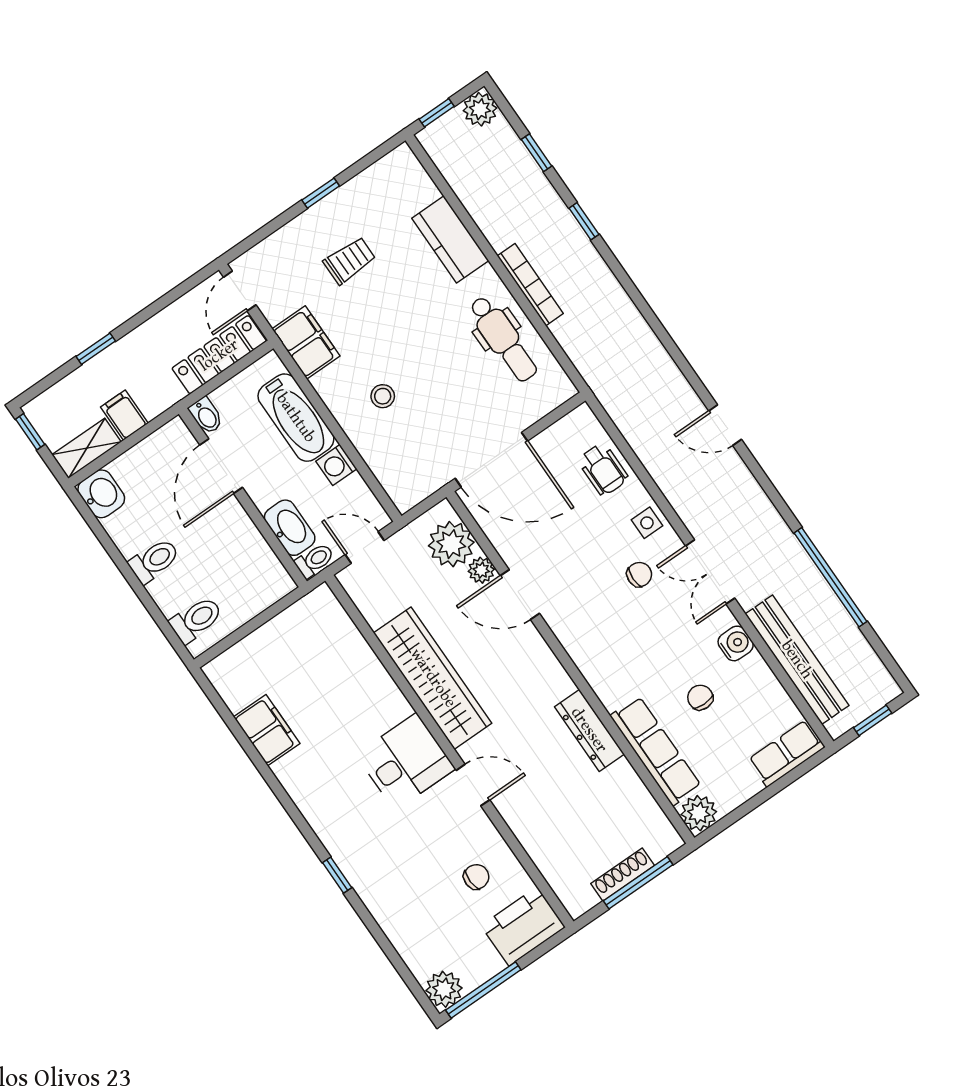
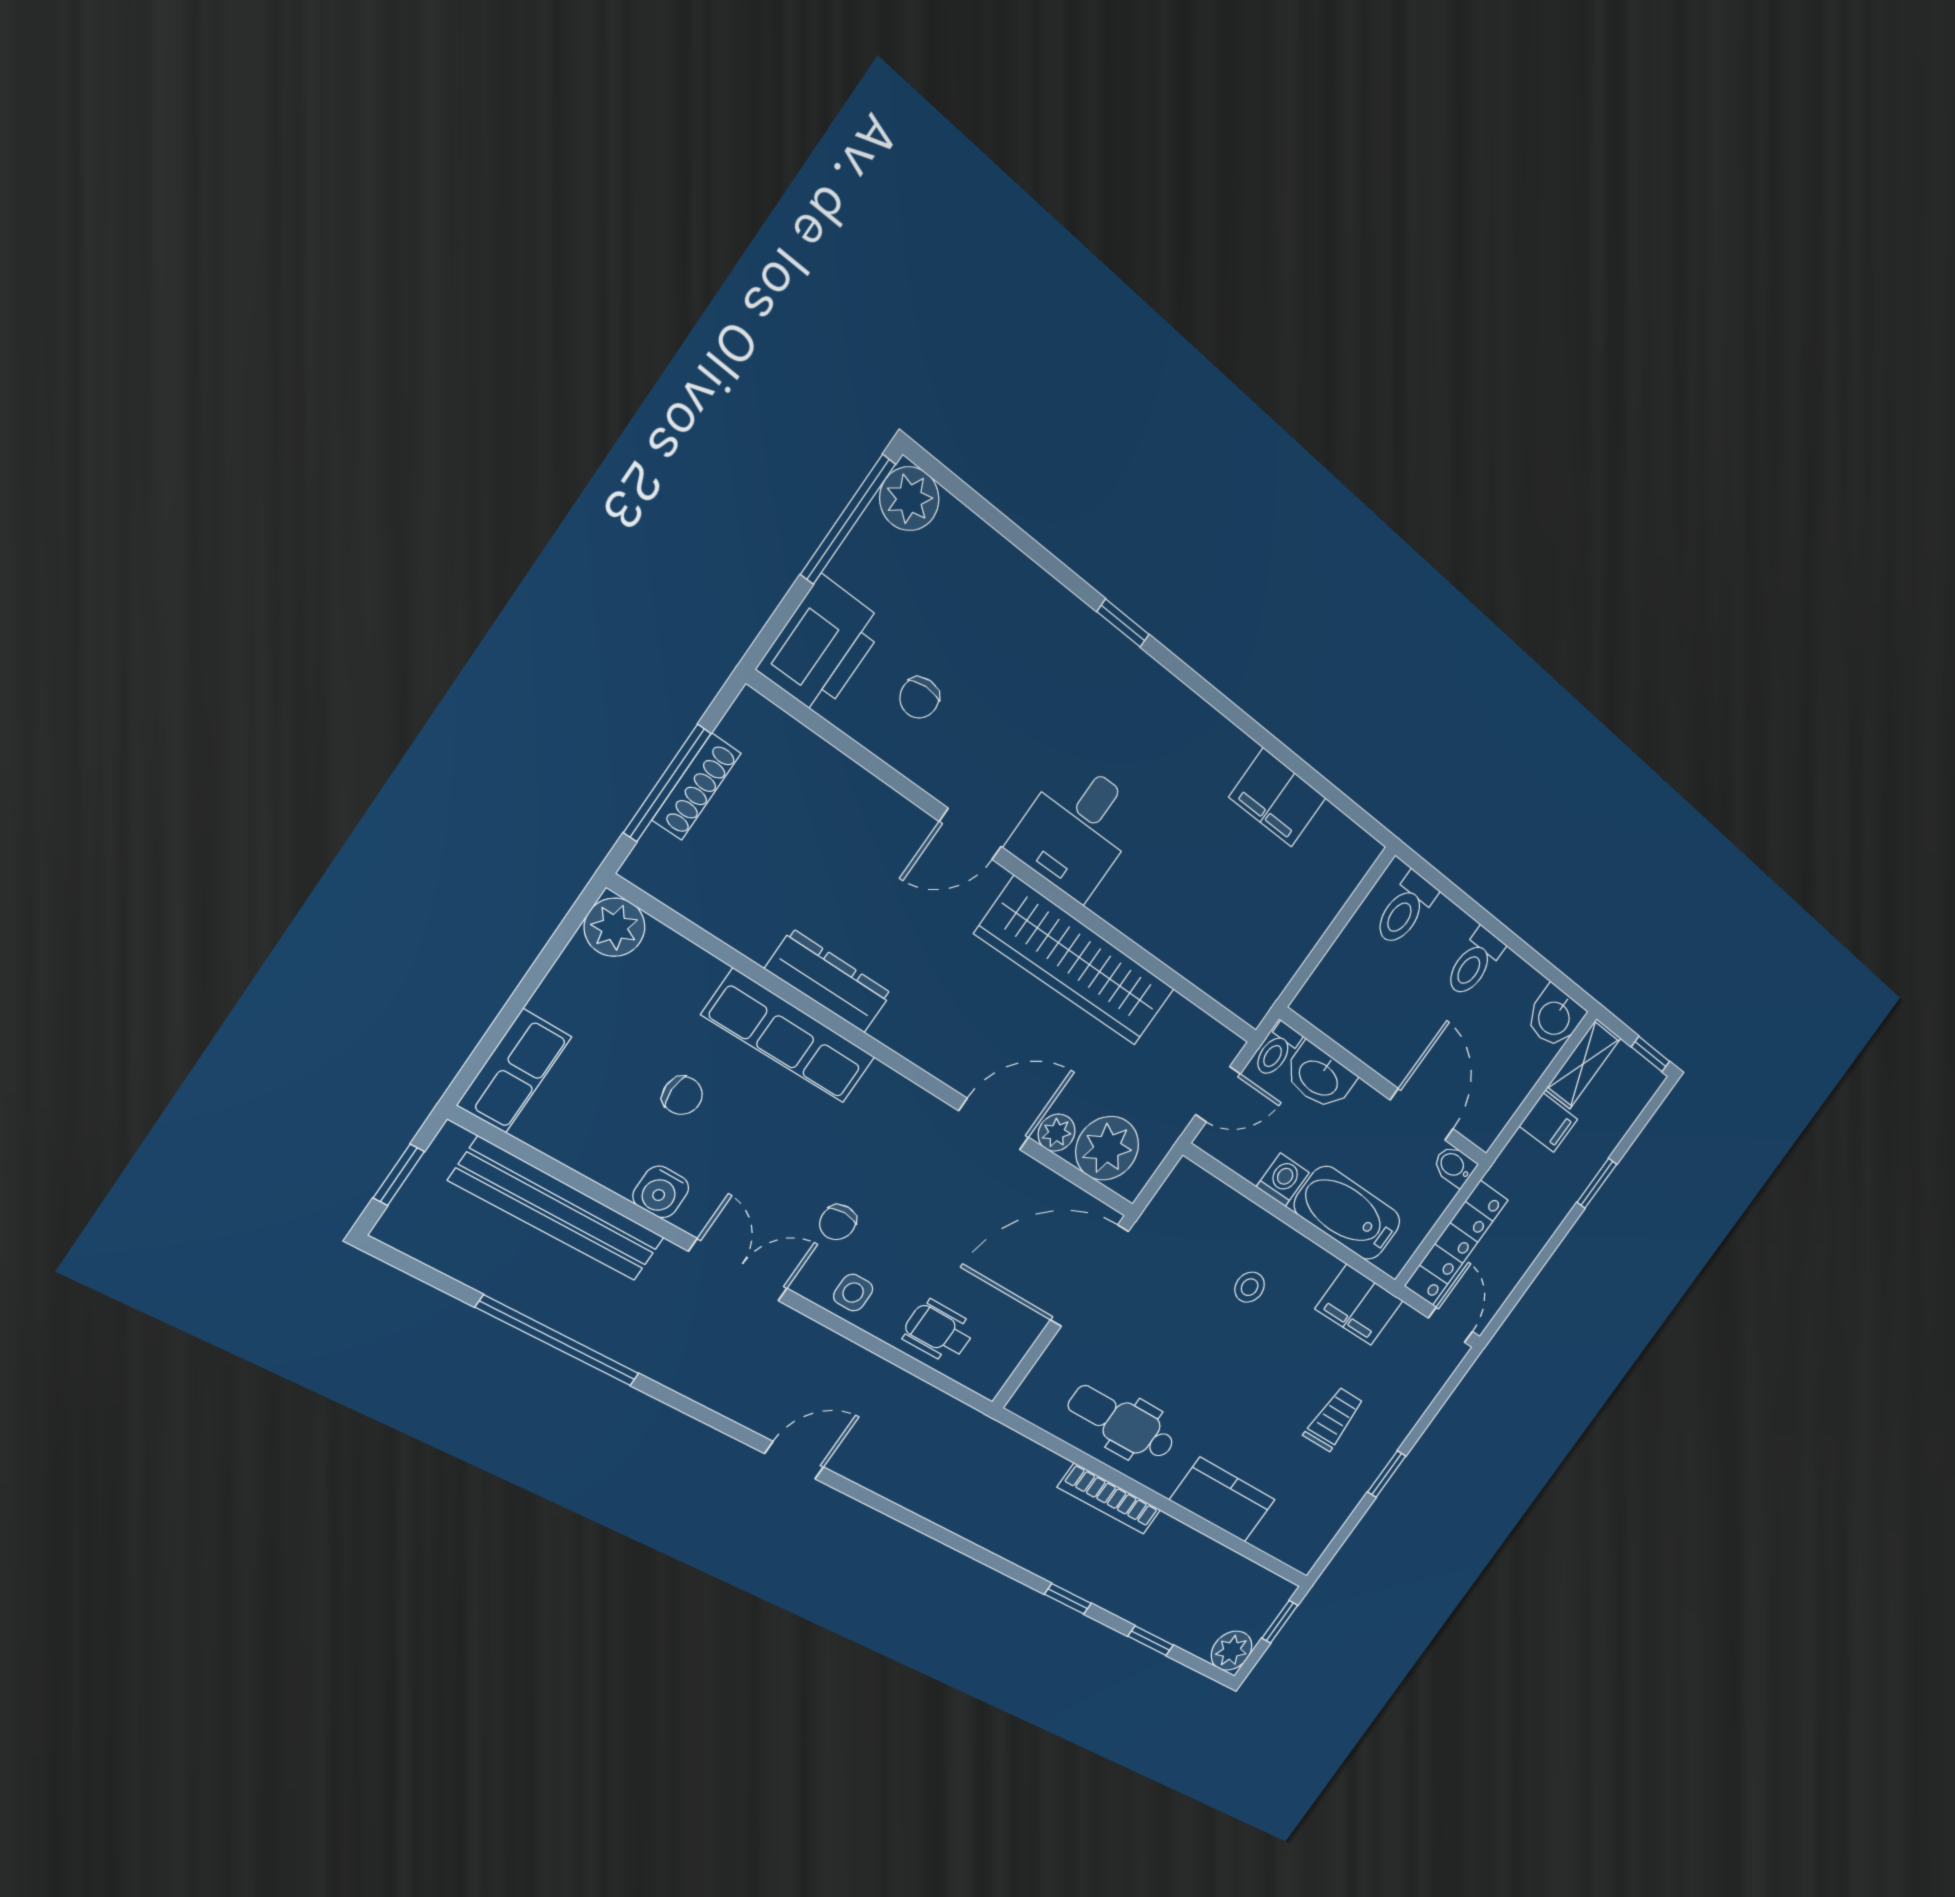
trolley: (349, 261) -> (1334, 1419), turned 180
row of seats: (656, 751) -> (789, 1036), moved

